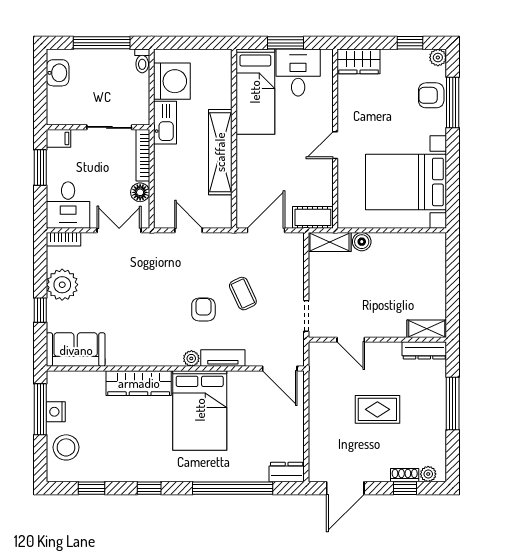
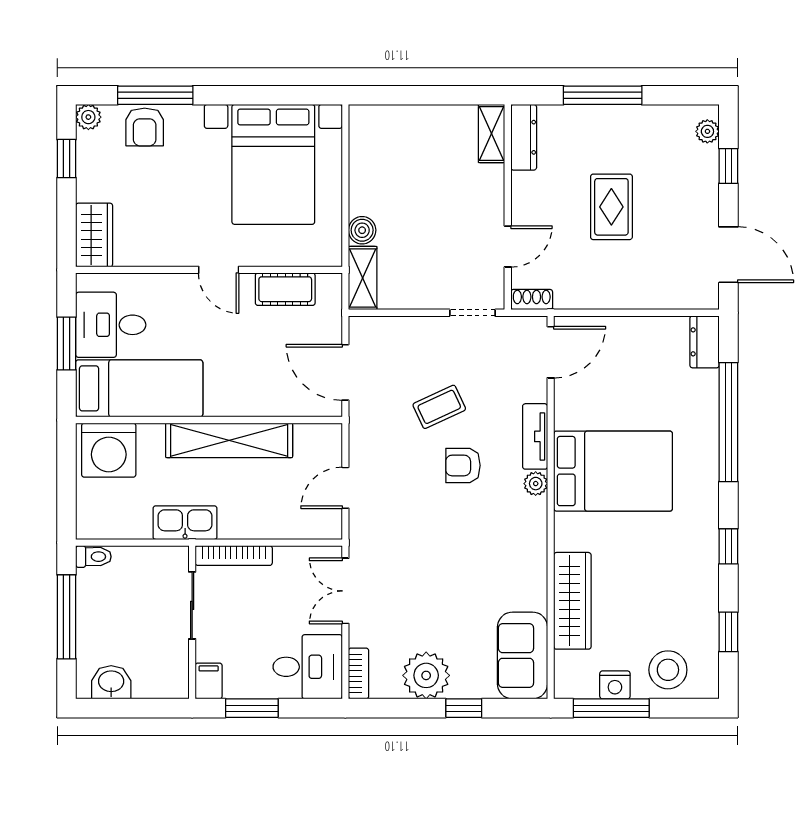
washing machine: (172, 81) -> (109, 450), moved, turned 180
floor lamp: (140, 192) -> (289, 560), removed
cot: (313, 217) -> (285, 289), moved, turned 90
wardrobe: (139, 383) -> (572, 601), moved
shoe rack: (405, 475) -> (532, 300), moved, turned 90

